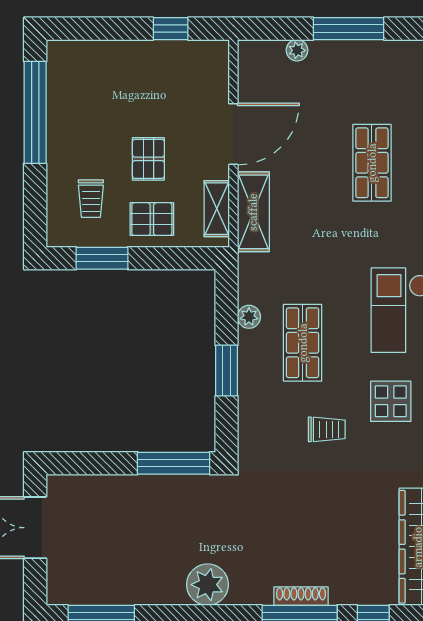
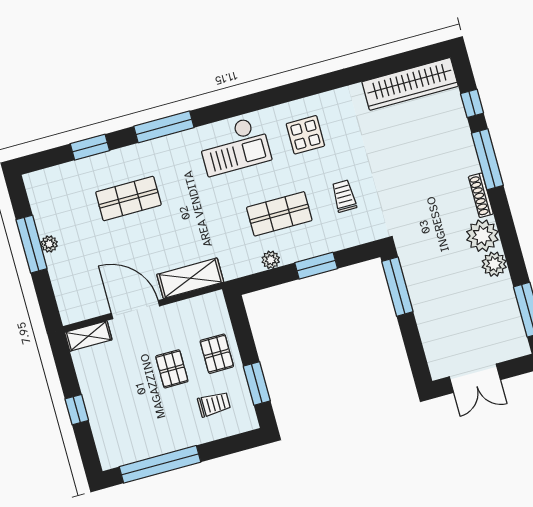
window: (171, 29) -> (77, 410), moved
plant: (297, 50) -> (49, 244), moved
pallet: (148, 159) -> (172, 369), turned 90
shelving: (217, 209) -> (88, 336), moved
trolley: (327, 429) -> (344, 196), moved
plant: (169, 590) -> (494, 264), added
shoe rack: (301, 596) -> (481, 195), moved

